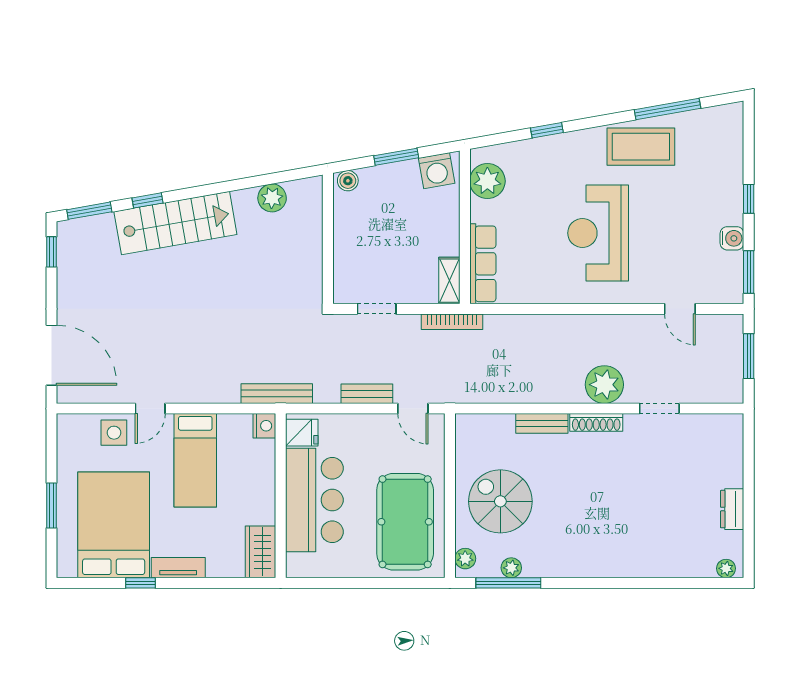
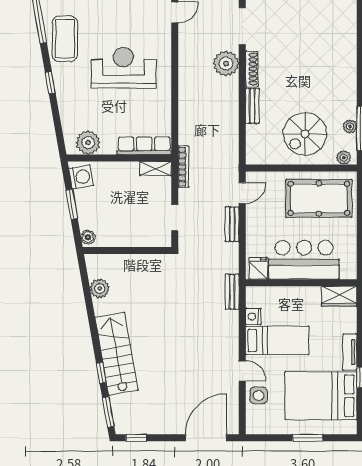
window: (547, 130) -> (50, 83), moved
reception desk: (598, 233) -> (123, 68), turned 180
bench: (277, 394) -> (232, 292), width x0.73
doorway: (659, 409) -> (242, 26), width x1.38
nightstand: (264, 426) -> (253, 317), moved, turned -90

